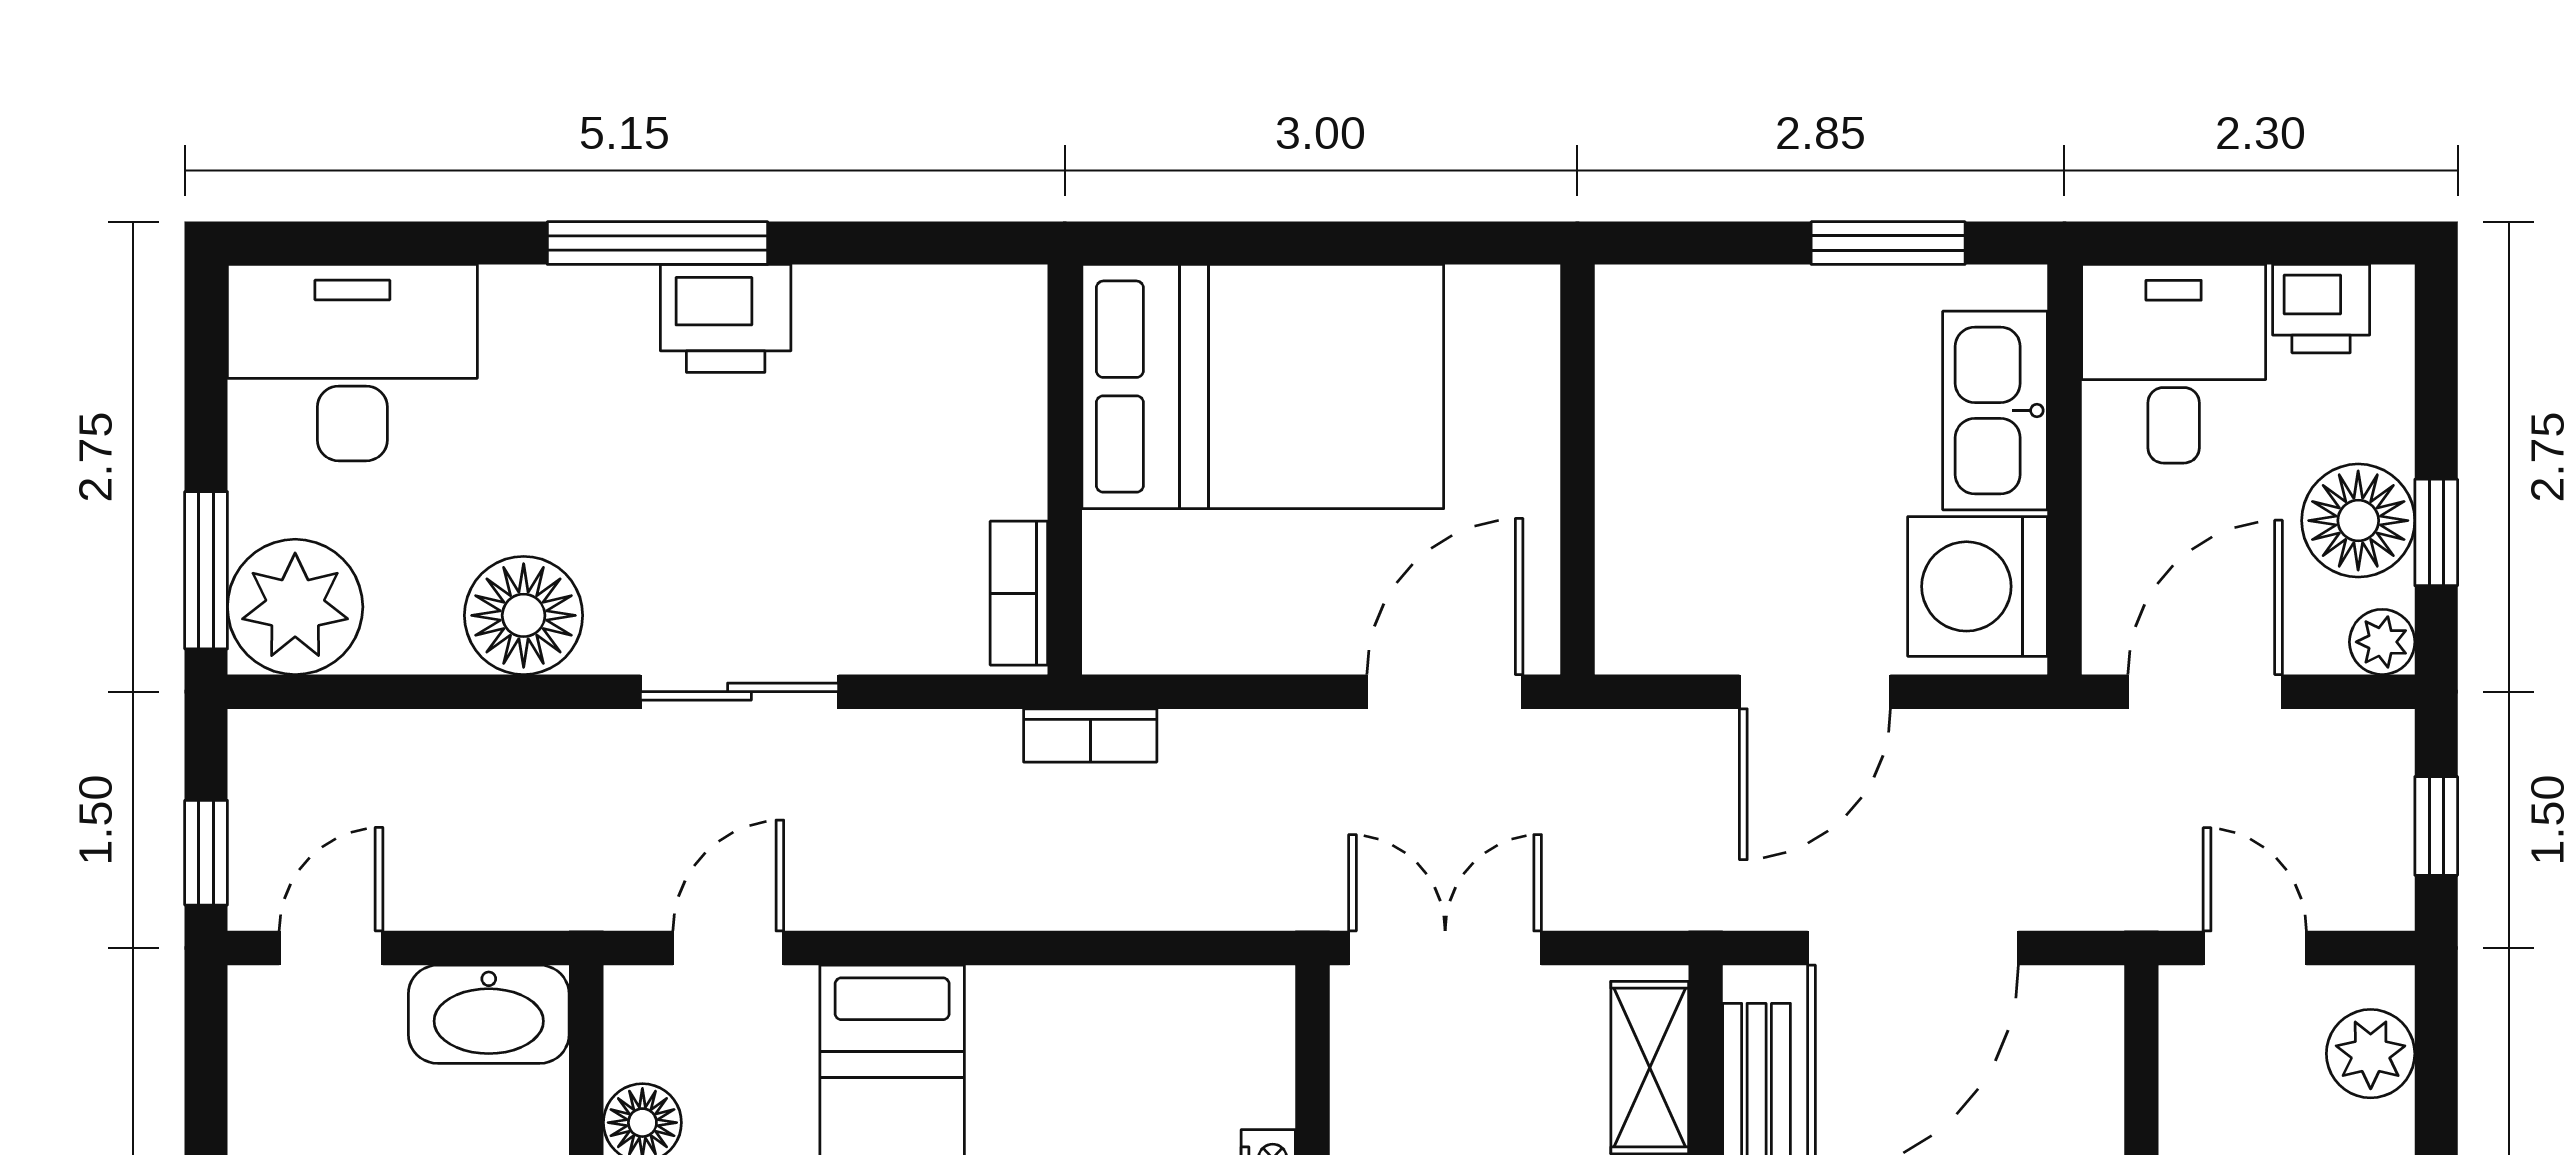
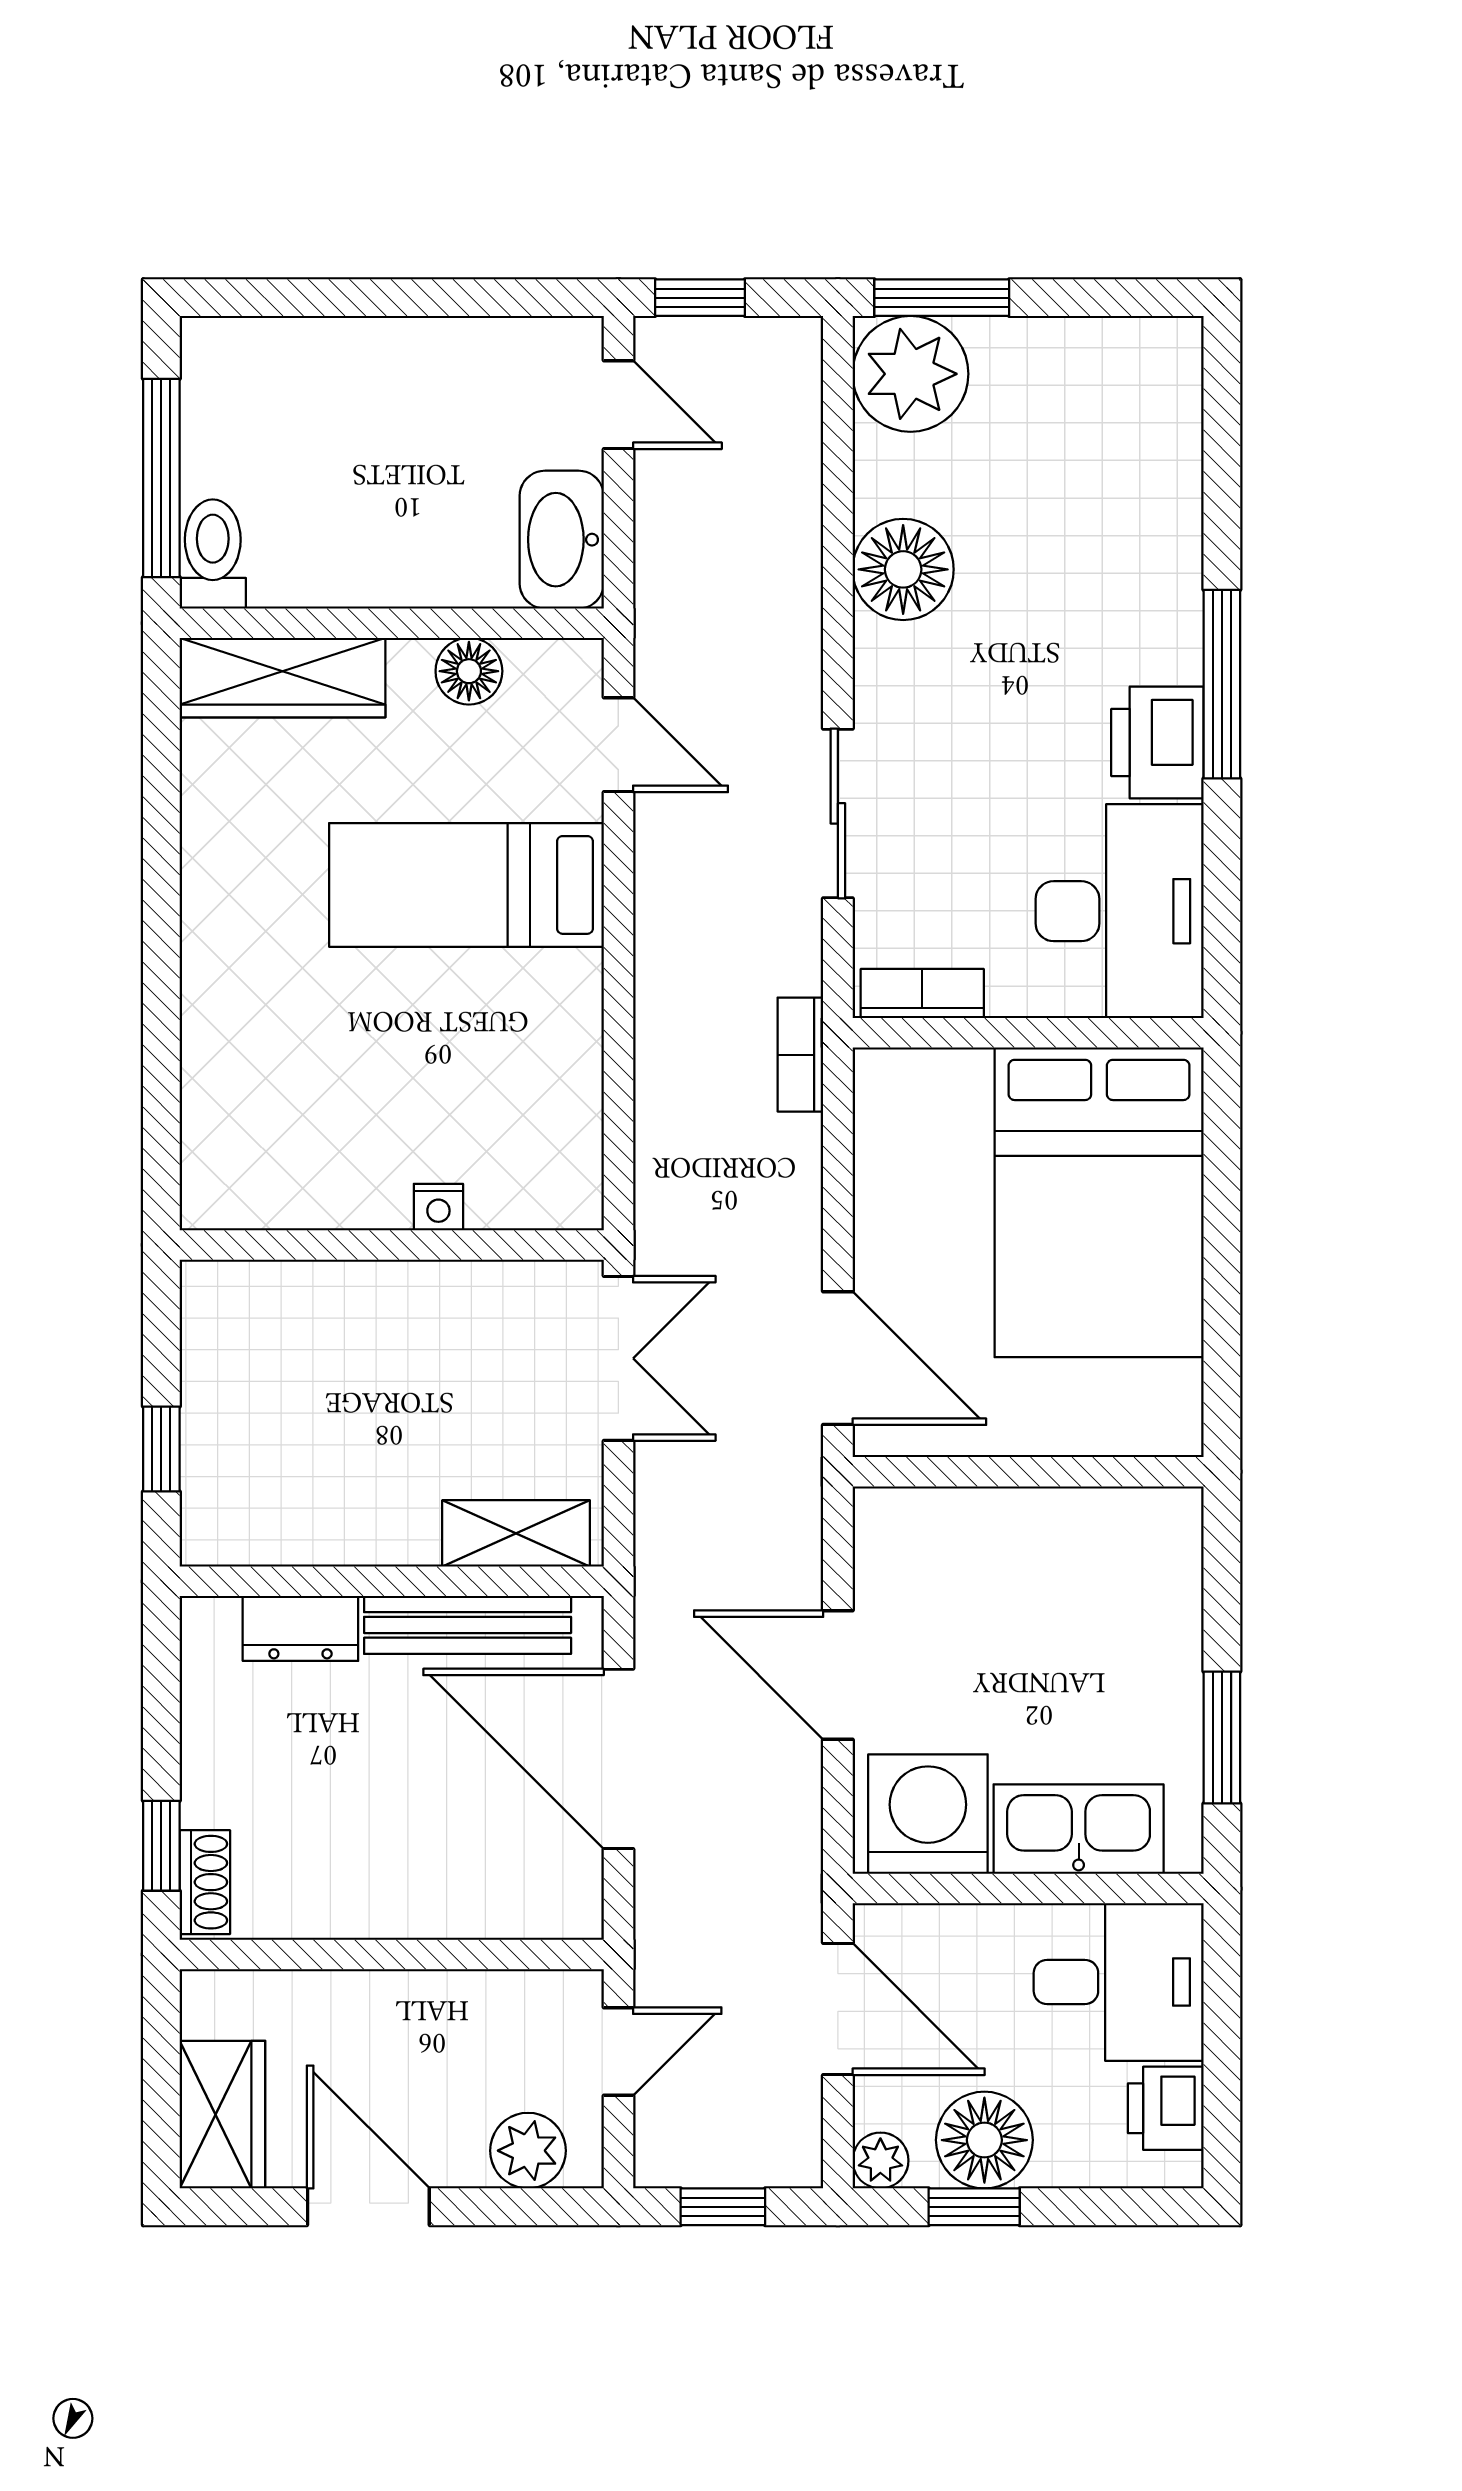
desk: (352, 363) -> (1120, 911), moved
sliding door: (739, 692) -> (838, 813), moved

